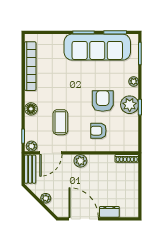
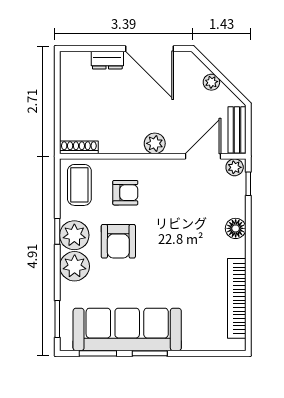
plant: (134, 81) -> (75, 266), width x1.87, depth x1.87
coffee table: (60, 122) -> (79, 185), moved

